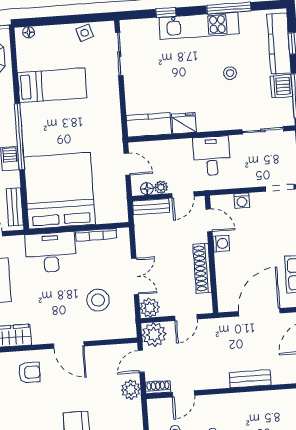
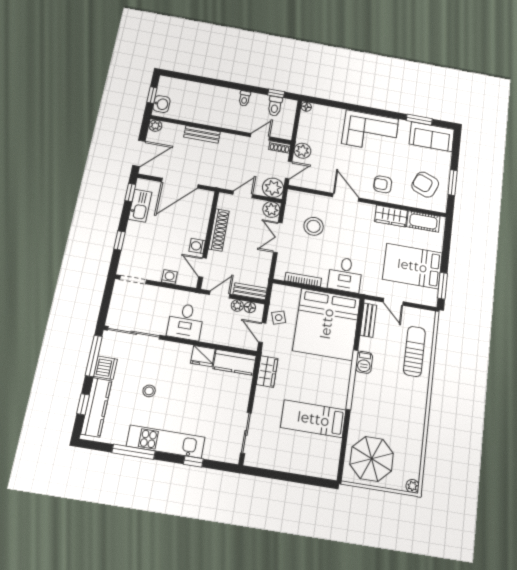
floor lamp: (29, 32) -> (325, 473), removed
side table: (85, 33) -> (279, 318), moved
wardrobe: (112, 123) -> (267, 371), added
sliding door: (263, 130) -> (134, 333), width x1.37
desk: (51, 252) -> (345, 275), width x0.73

